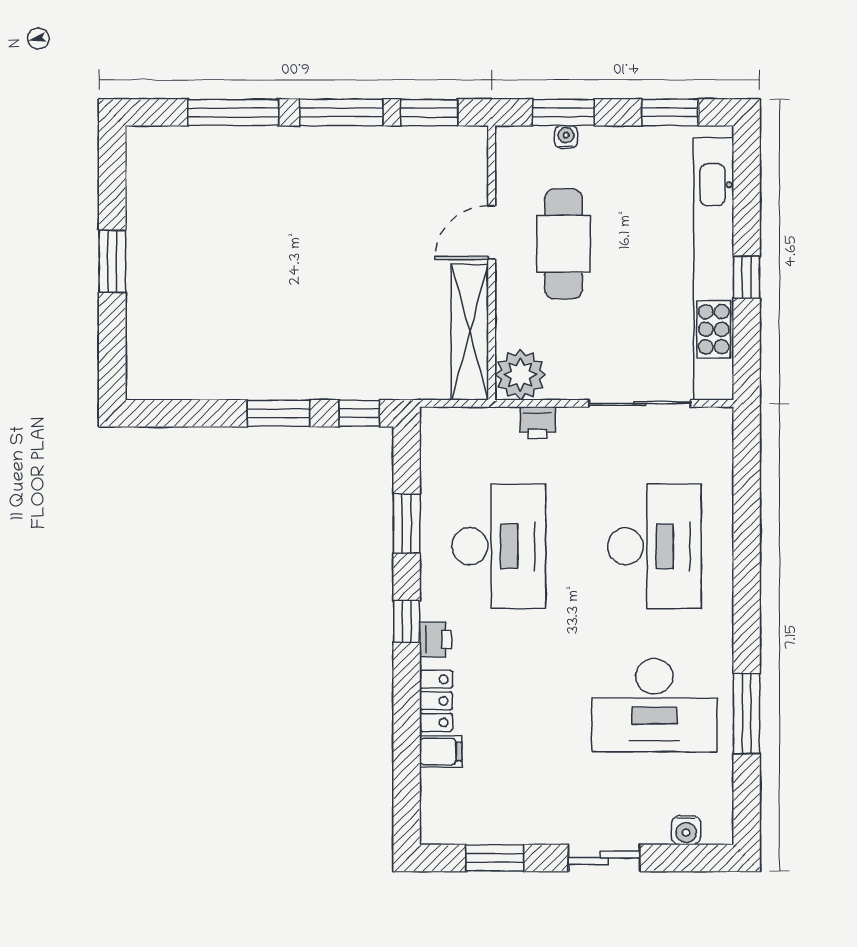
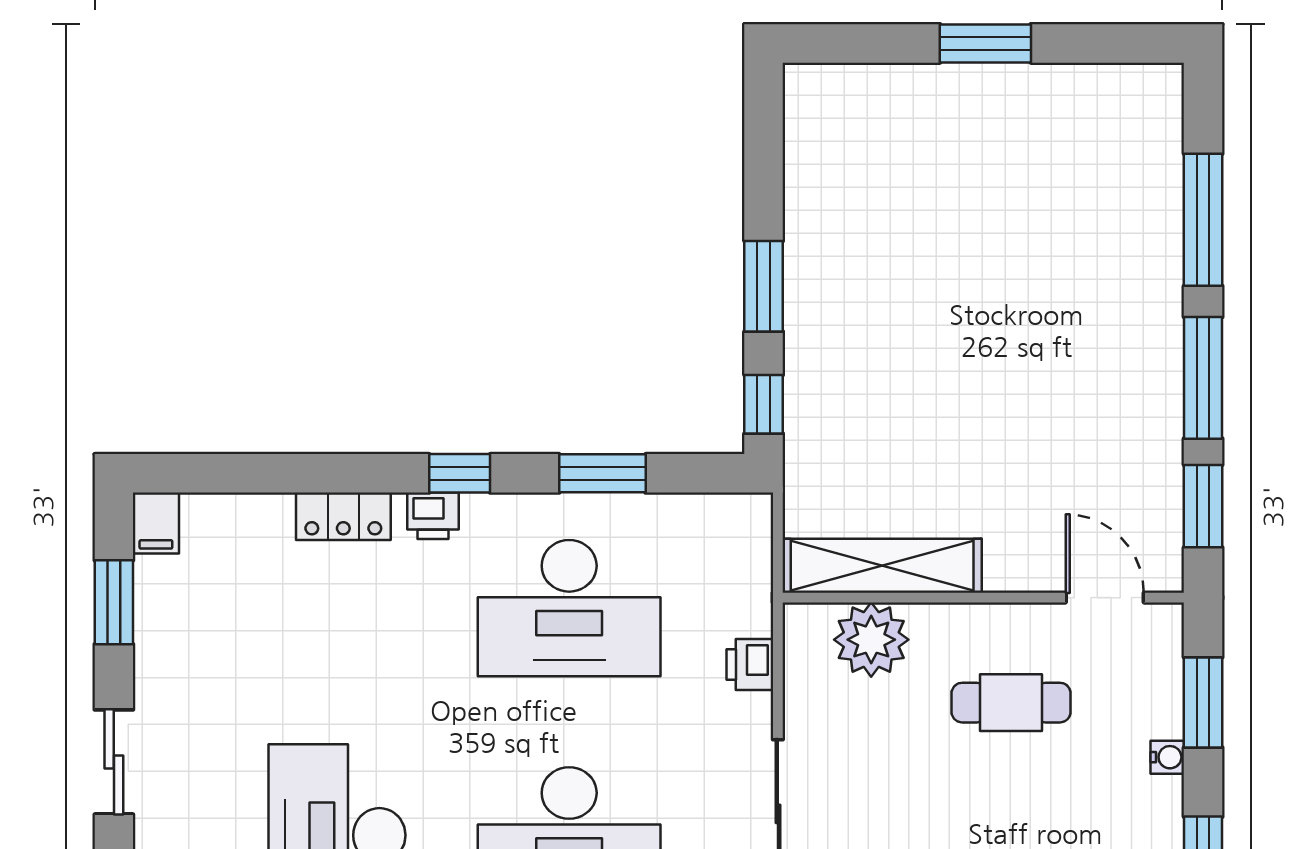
water cooler: (566, 137) -> (1167, 757), moved
door: (492, 233) -> (1105, 598), moved
cafe table: (564, 244) -> (1011, 703), width x0.73, depth x0.74
plant: (520, 375) -> (871, 640), moved
filing cabinet: (441, 752) -> (156, 523), moved

